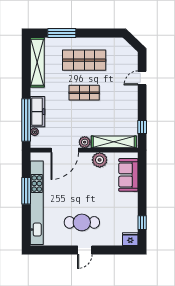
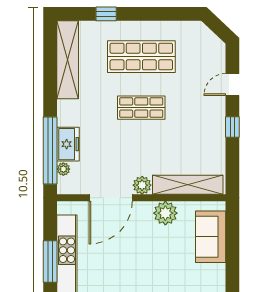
window: (62, 33) -> (106, 14), width x0.46
freezer: (38, 112) -> (68, 144), width x0.71
window: (142, 127) -> (232, 127), moved

